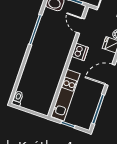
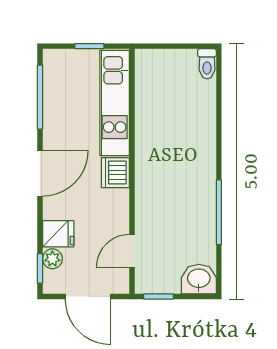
door: (81, 26) -> (132, 251), swing flipped
dishwasher: (80, 52) -> (115, 173), moved

